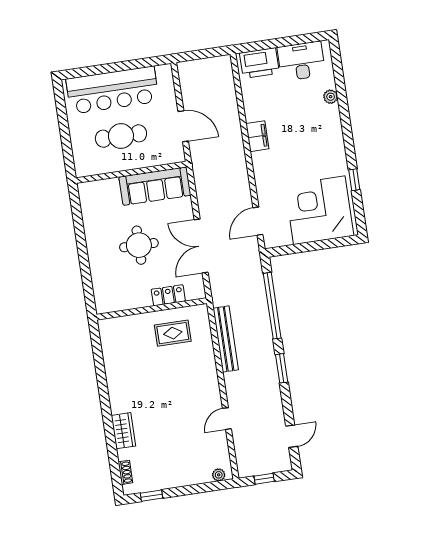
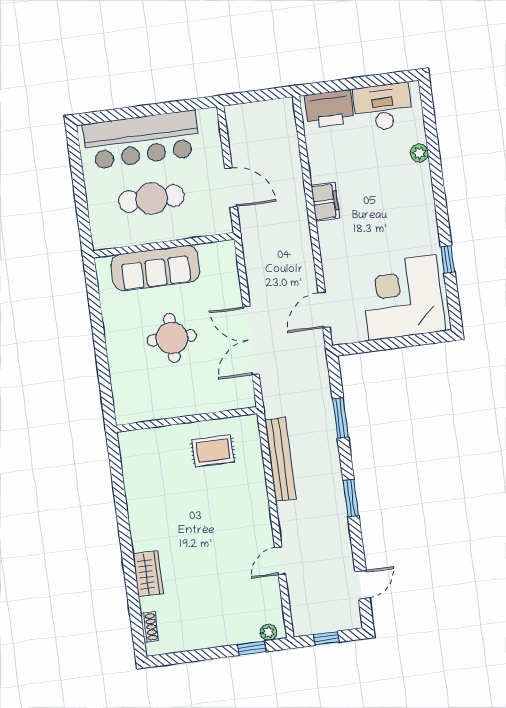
sofa: (155, 186) -> (155, 268), moved
locker: (168, 295) -> (208, 402), removed
window: (272, 306) -> (340, 418), width x0.47
window: (152, 496) -> (252, 648), moved

